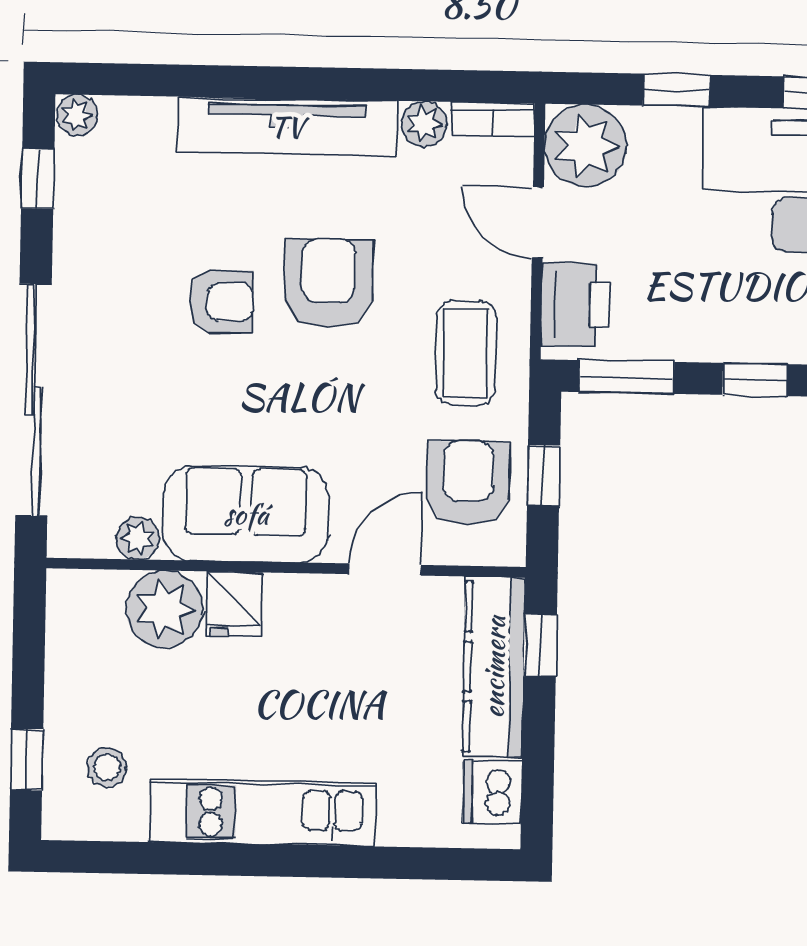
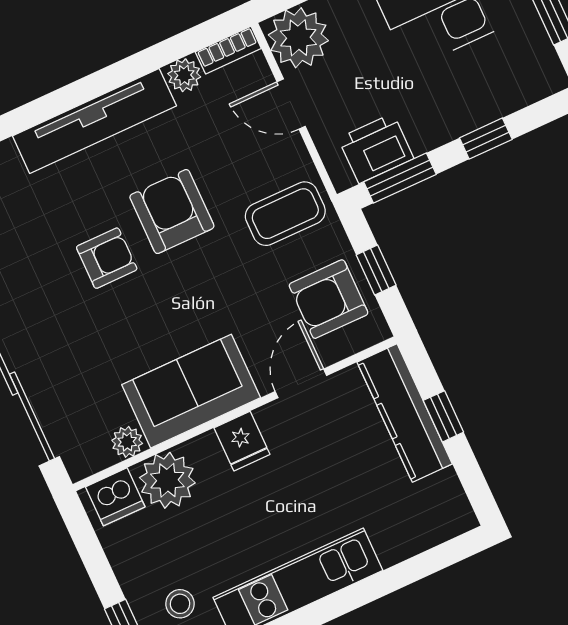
printer: (576, 304) -> (376, 148), moved, turned -90
coffee table: (466, 353) -> (285, 214), turned 90
armchair: (468, 483) -> (329, 299), turned -90
fridge: (234, 604) -> (242, 441), moved
window: (540, 645) -> (443, 416), moved
dishwasher: (492, 792) -> (115, 497), moved, turned -90

